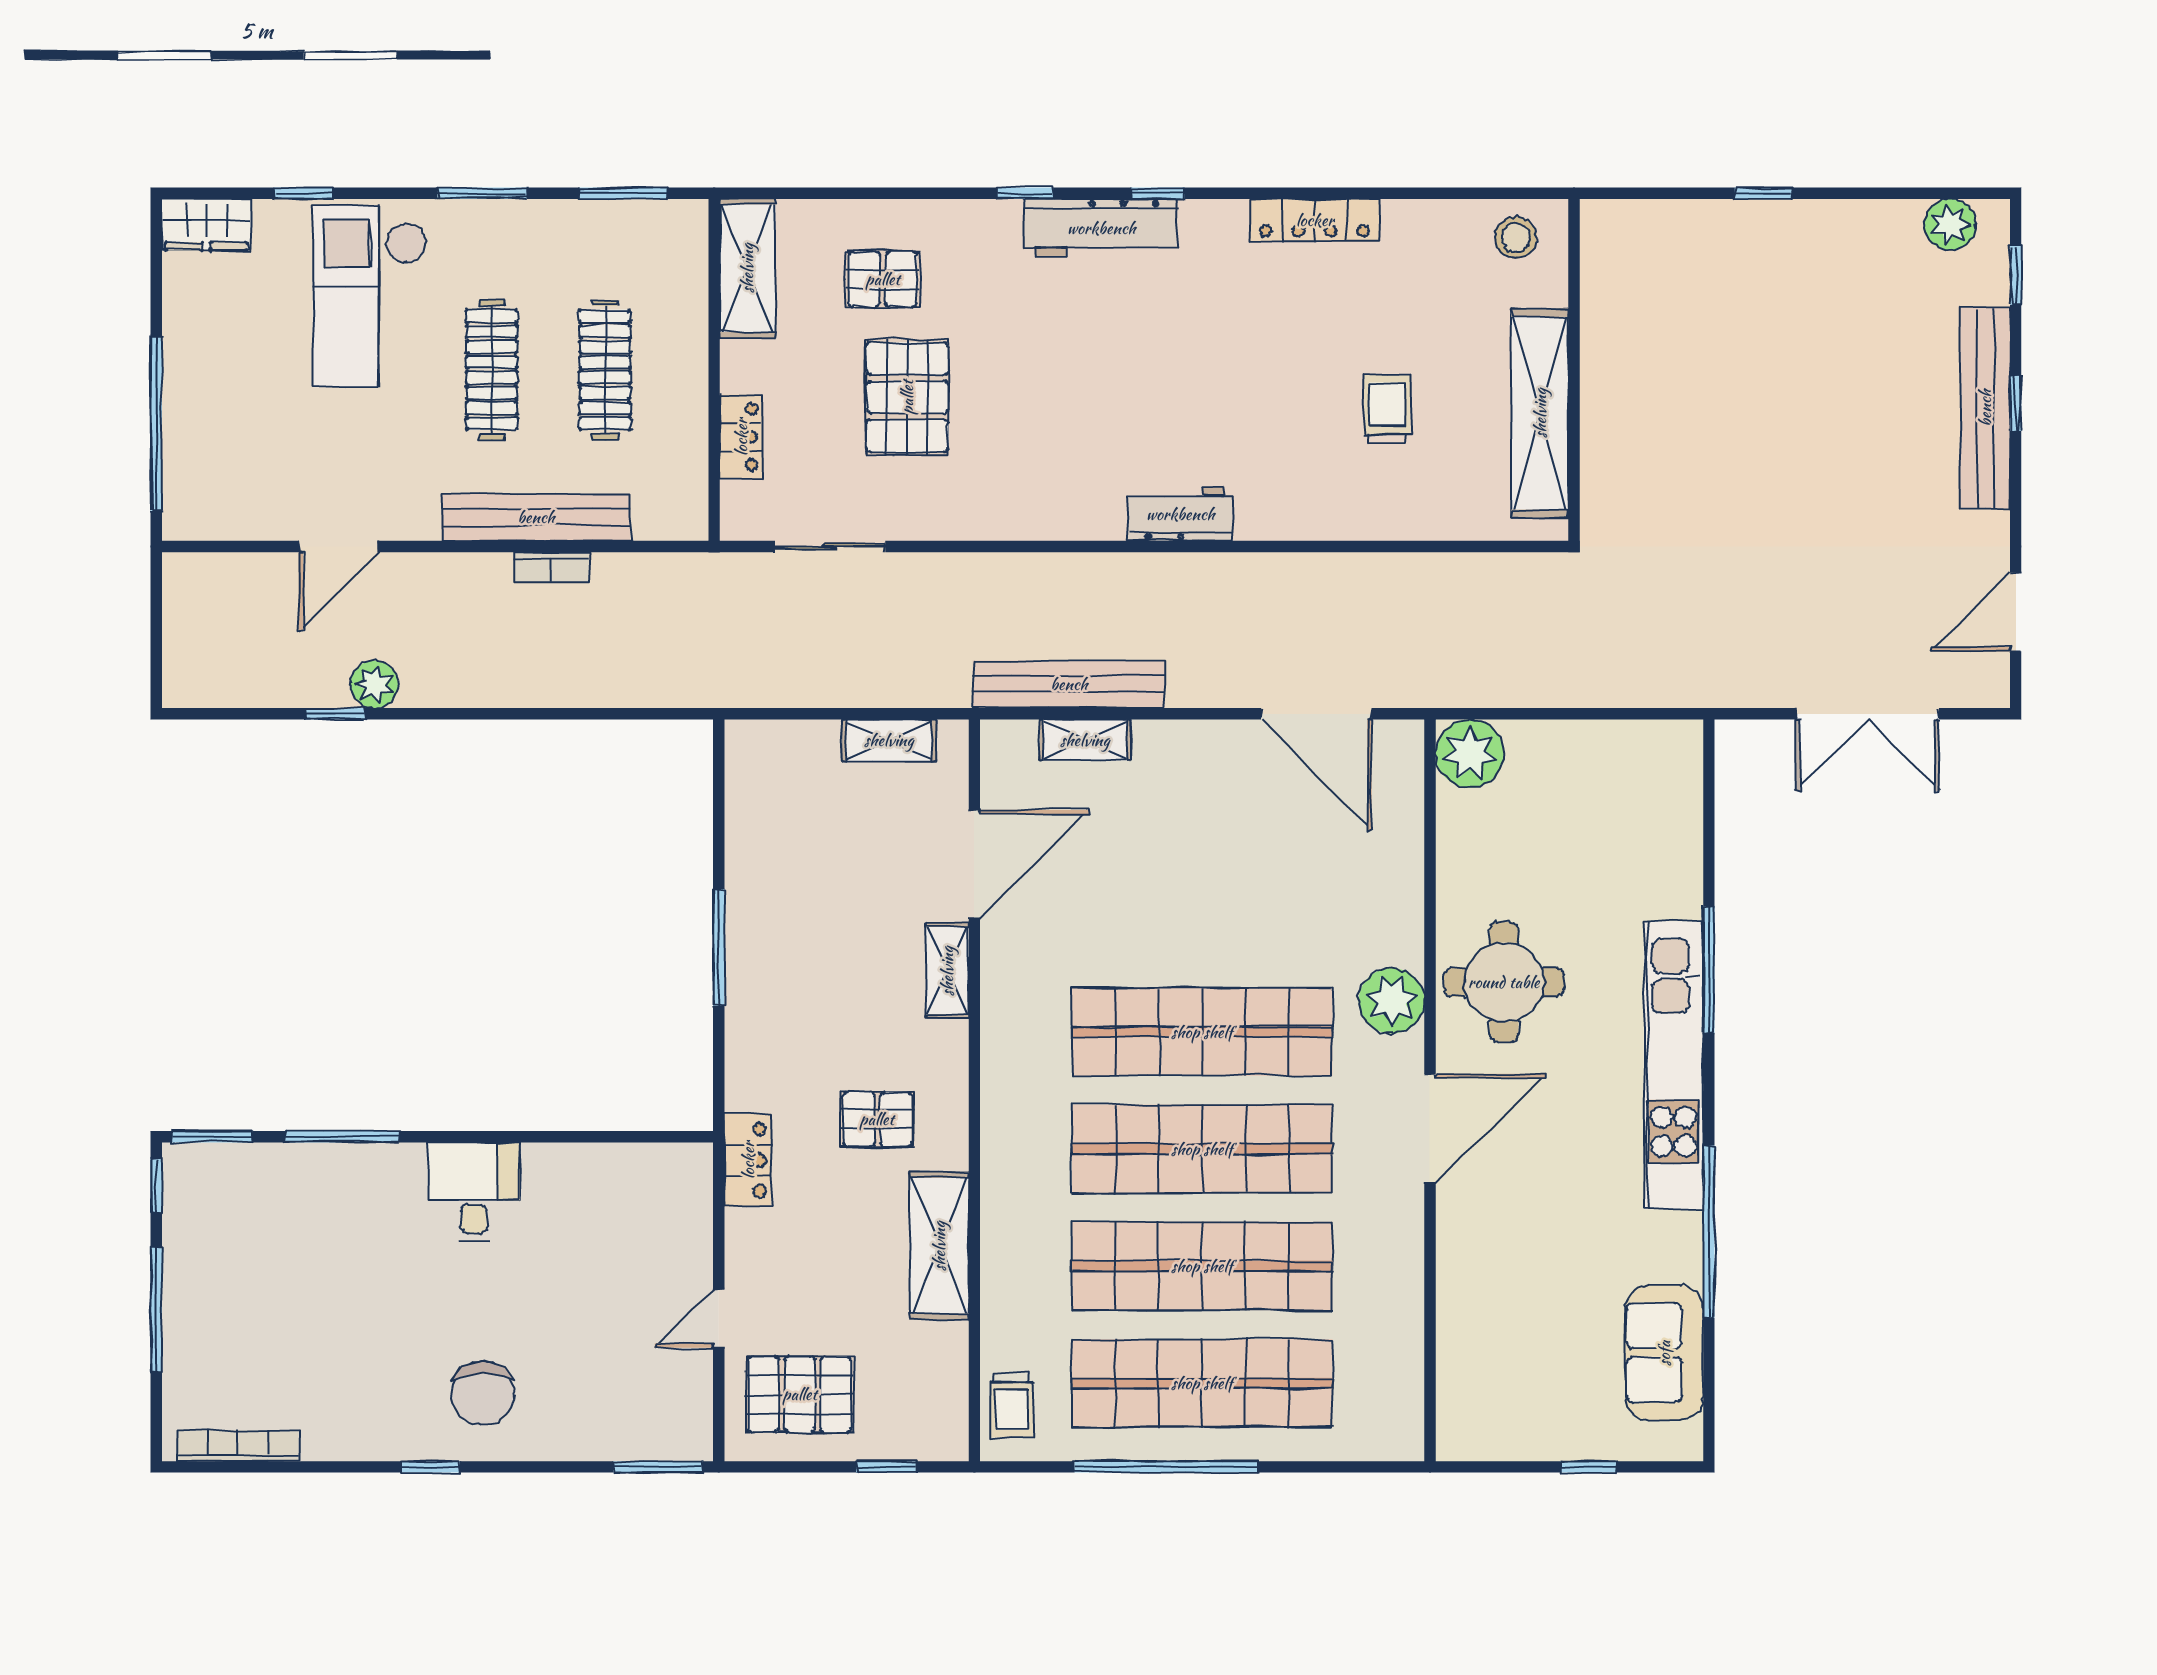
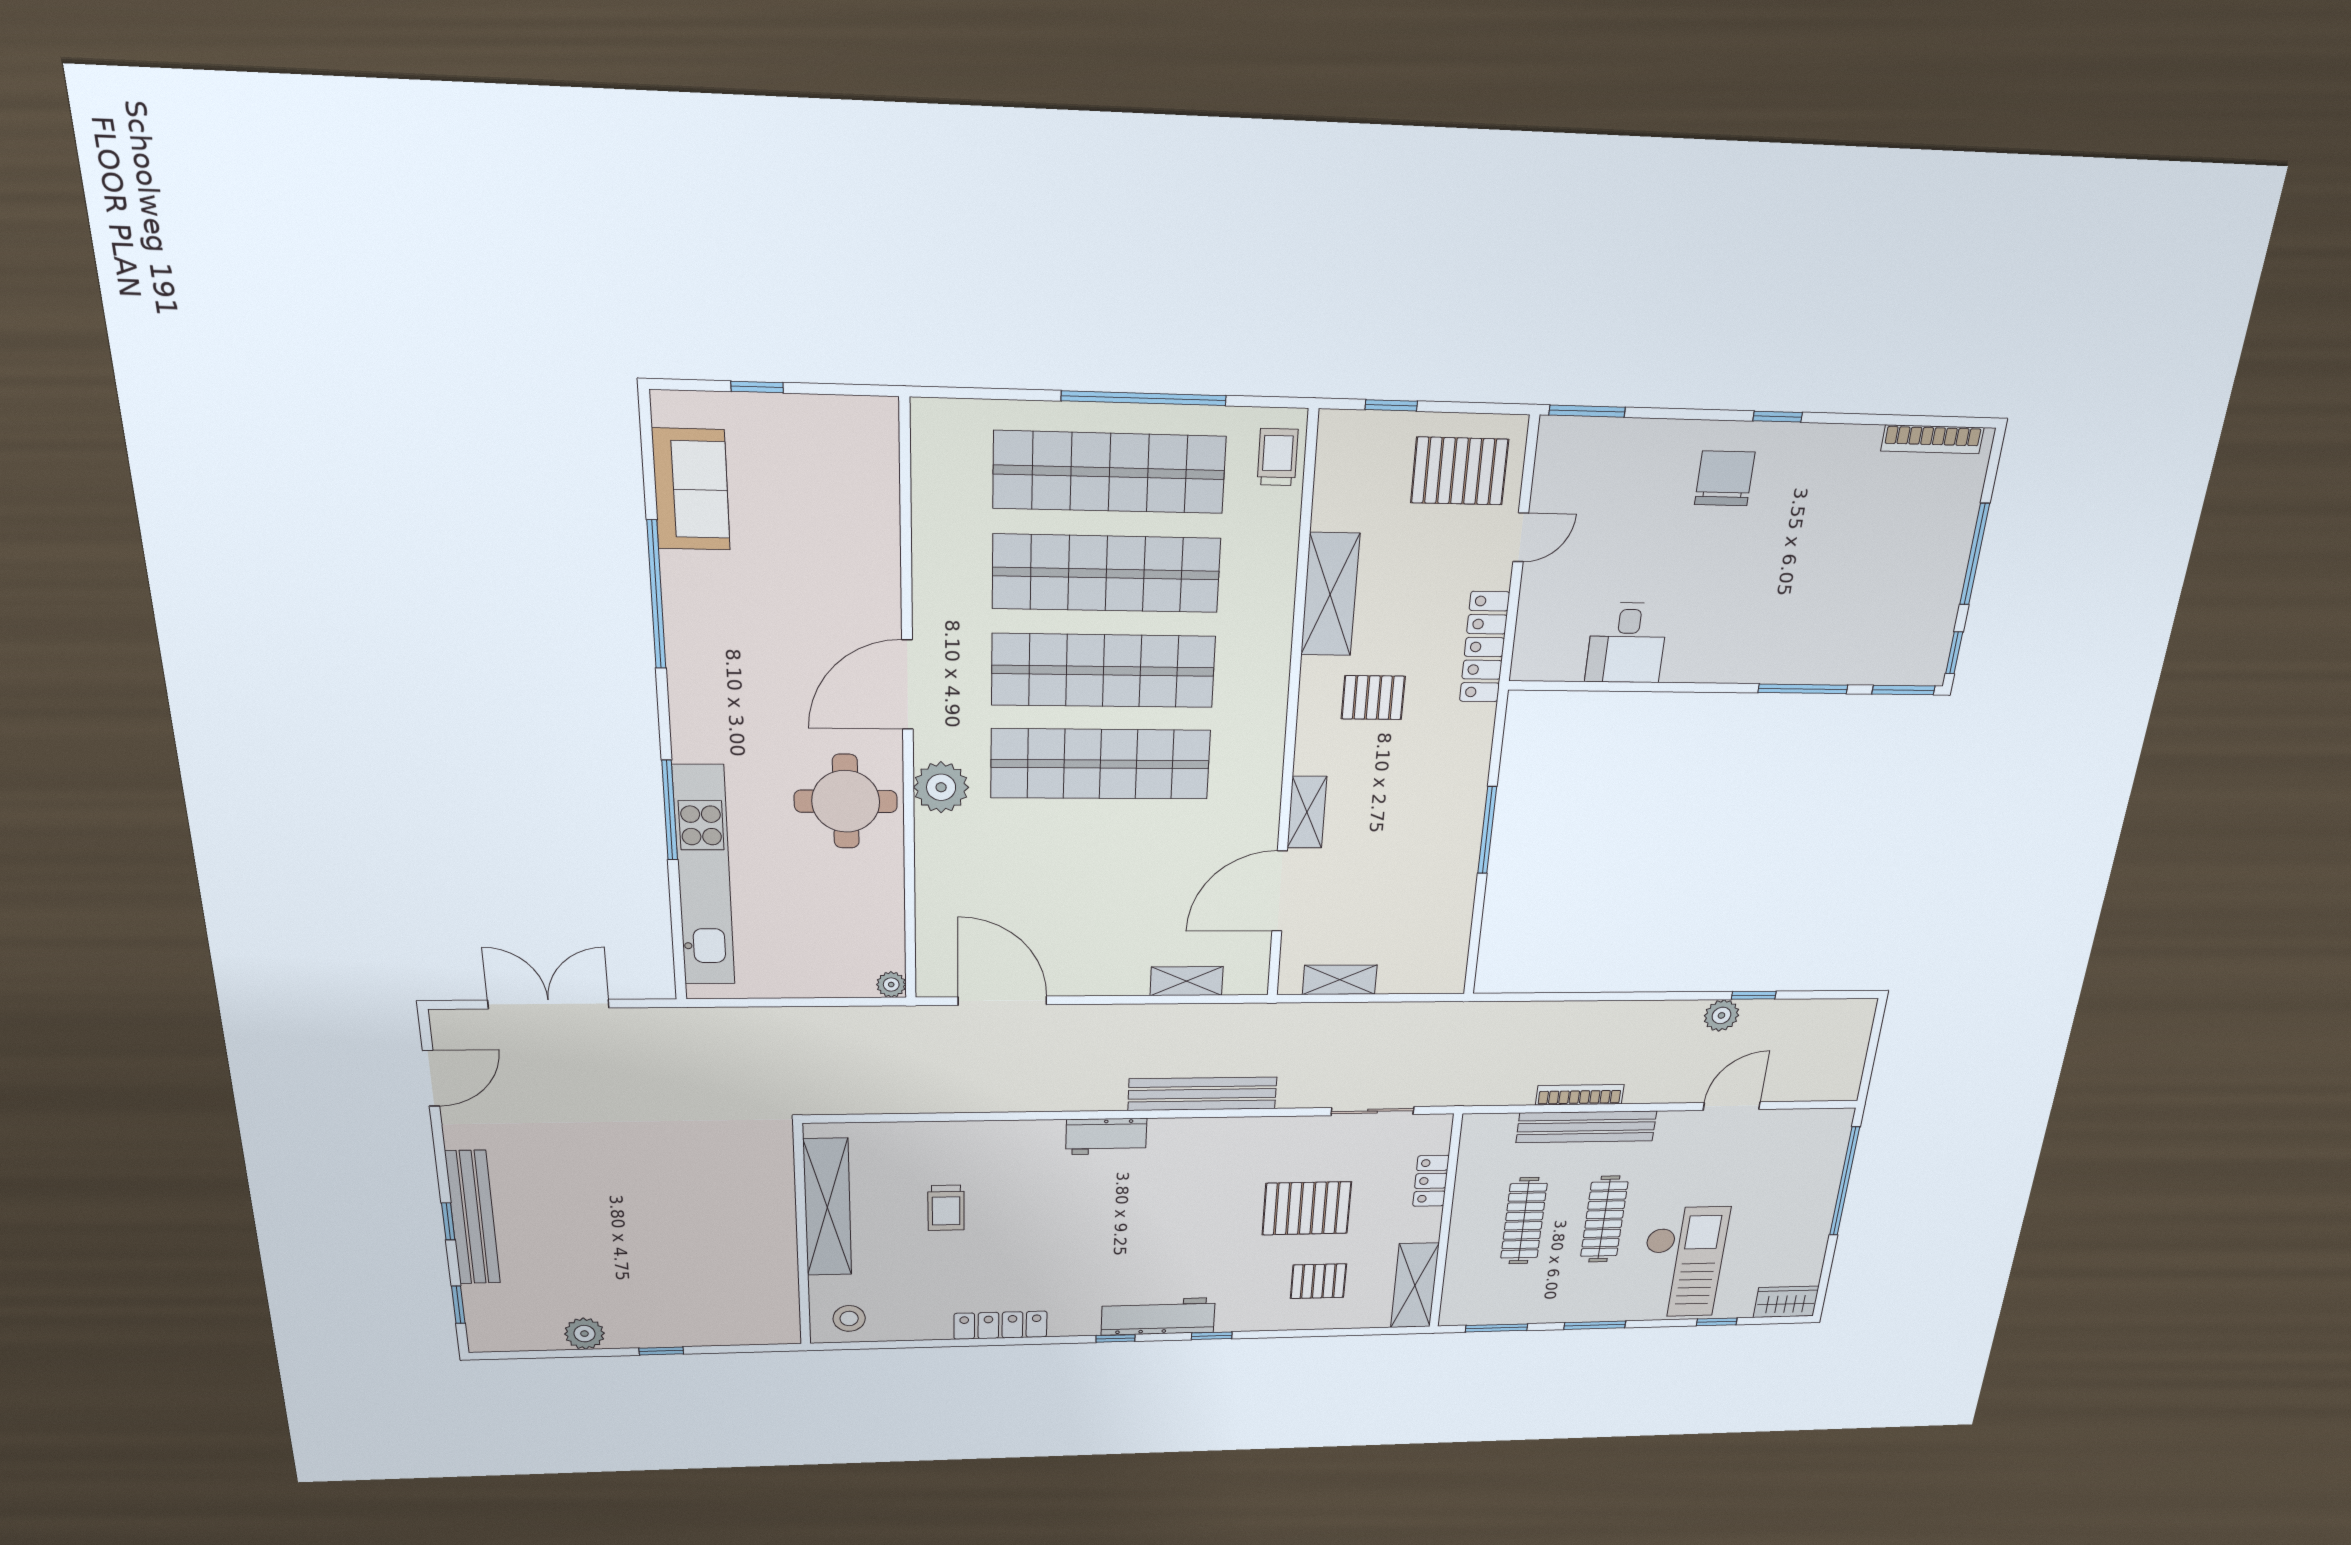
plant: (1950, 224) -> (584, 1334), moved
pallet: (907, 397) -> (1307, 1208), turned 90
bookcase: (552, 567) -> (1580, 1095), width x1.56
bench: (1069, 684) -> (1202, 1094), moved
plant: (1470, 754) -> (891, 985), width x0.53, depth x0.53
kitchen unit: (1674, 1065) -> (704, 876), moved
locker: (748, 1160) -> (1484, 647), width x1.53
desk: (474, 1192) -> (1627, 643), moved

